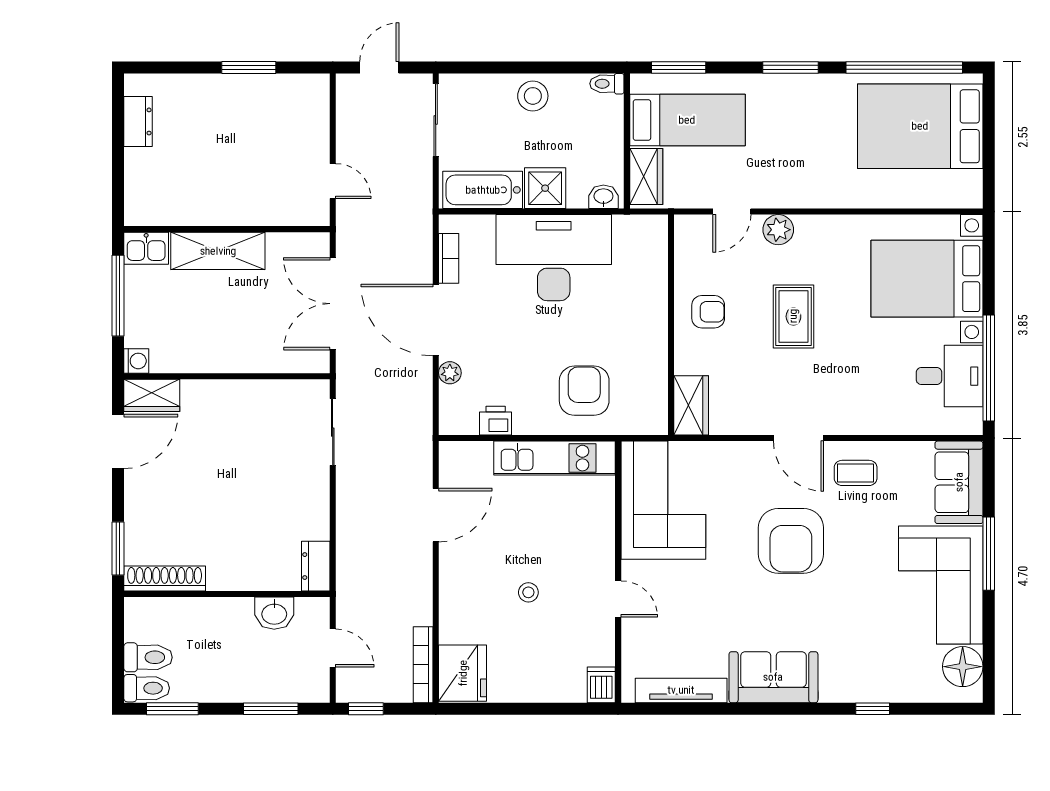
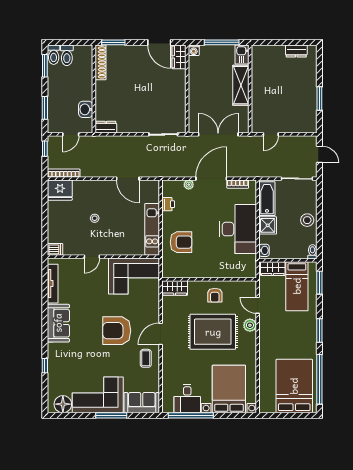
rug: (793, 316) -> (213, 332), width x1.86, depth x2.06

